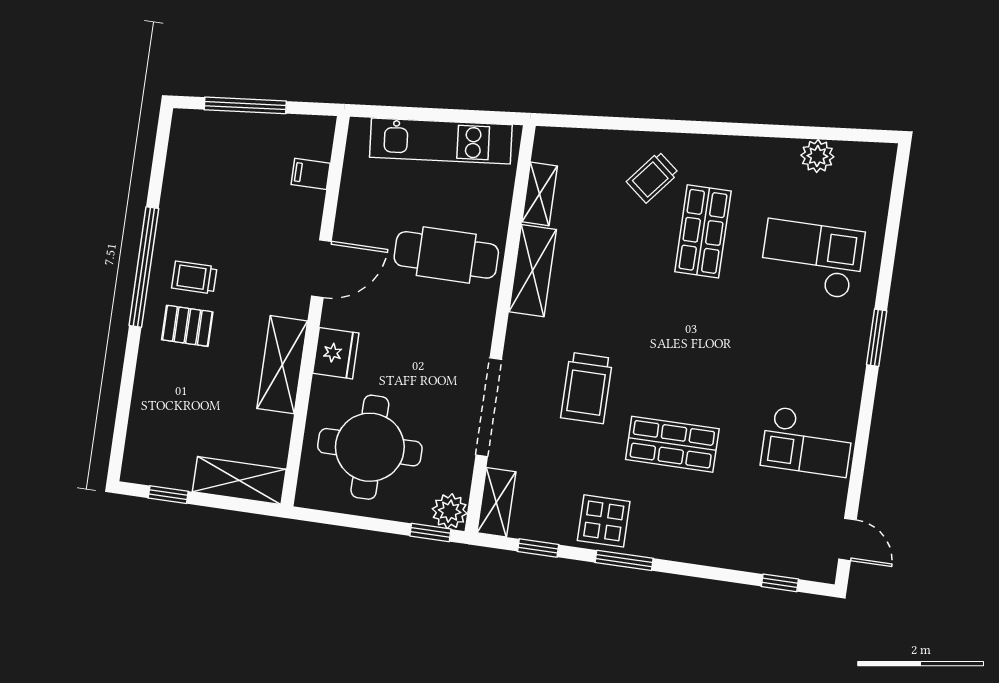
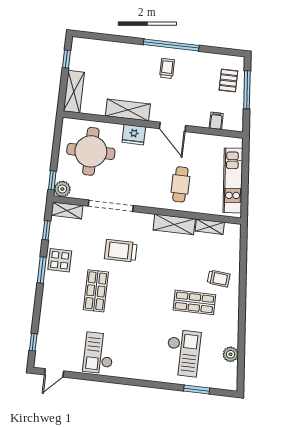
trolley: (653, 177) -> (219, 279), turned 146
cafe table: (446, 255) -> (180, 184), width x0.73, depth x0.74
pallet: (187, 326) -> (228, 80), moved
window: (877, 338) -> (197, 390), moved

